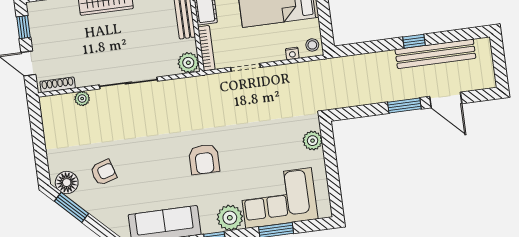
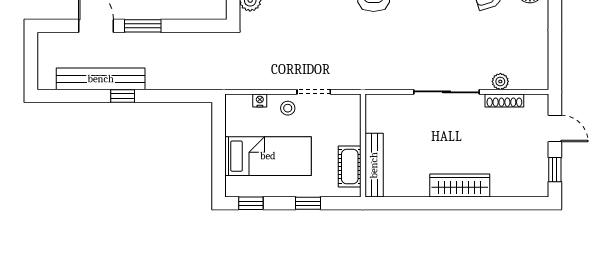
stool: (312, 45) -> (288, 108), moved
bookcase: (206, 48) -> (355, 119), removed
plant: (188, 63) -> (377, 106), removed
shoe rack: (58, 85) -> (504, 100), moved

